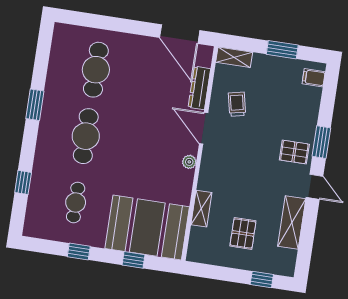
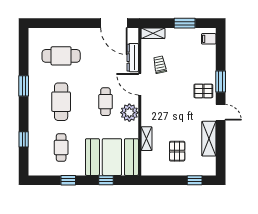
cafe table: (96, 70) -> (61, 56), turned 90
cafe table: (150, 146) -> (105, 102), added
plant: (189, 162) -> (129, 113), width x1.88, depth x1.88

